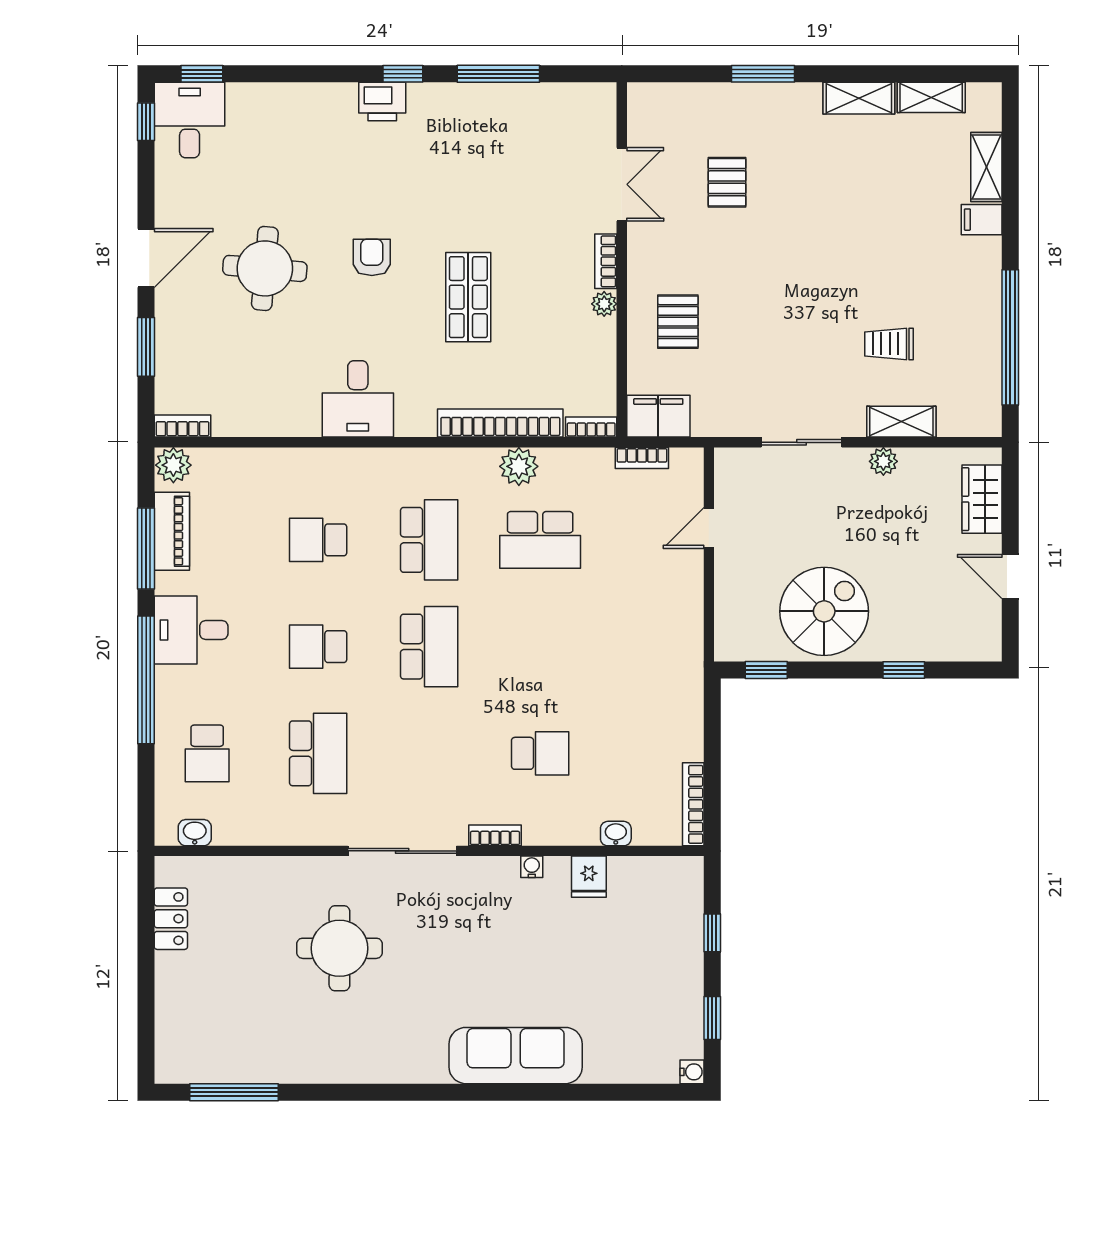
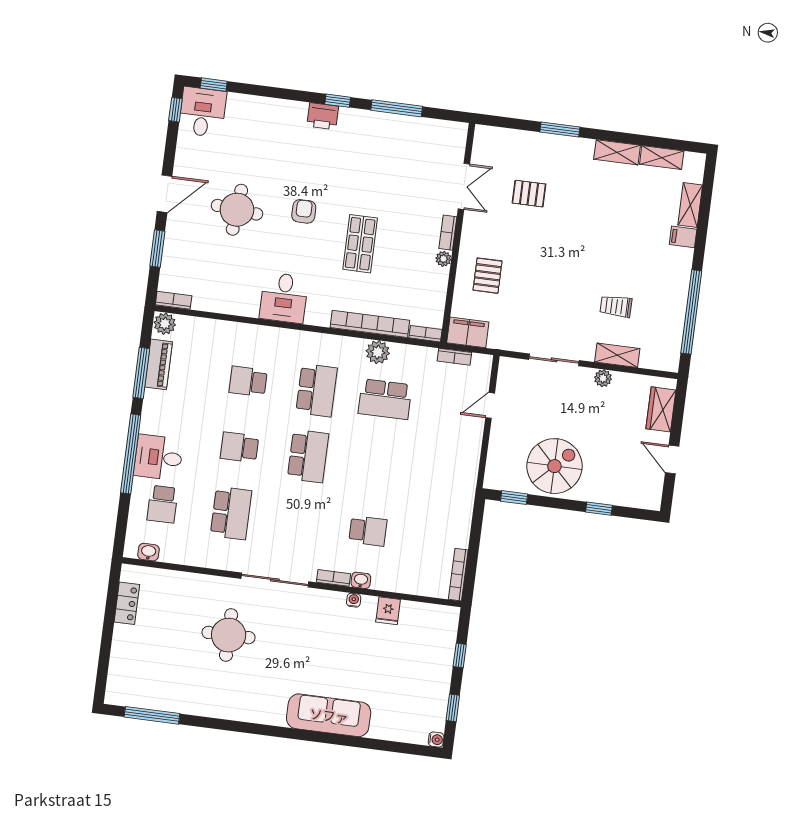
pallet: (727, 182) -> (529, 194), turned 90
desk: (191, 630) -> (159, 457), moved
washbasin: (616, 834) -> (361, 580), moved

